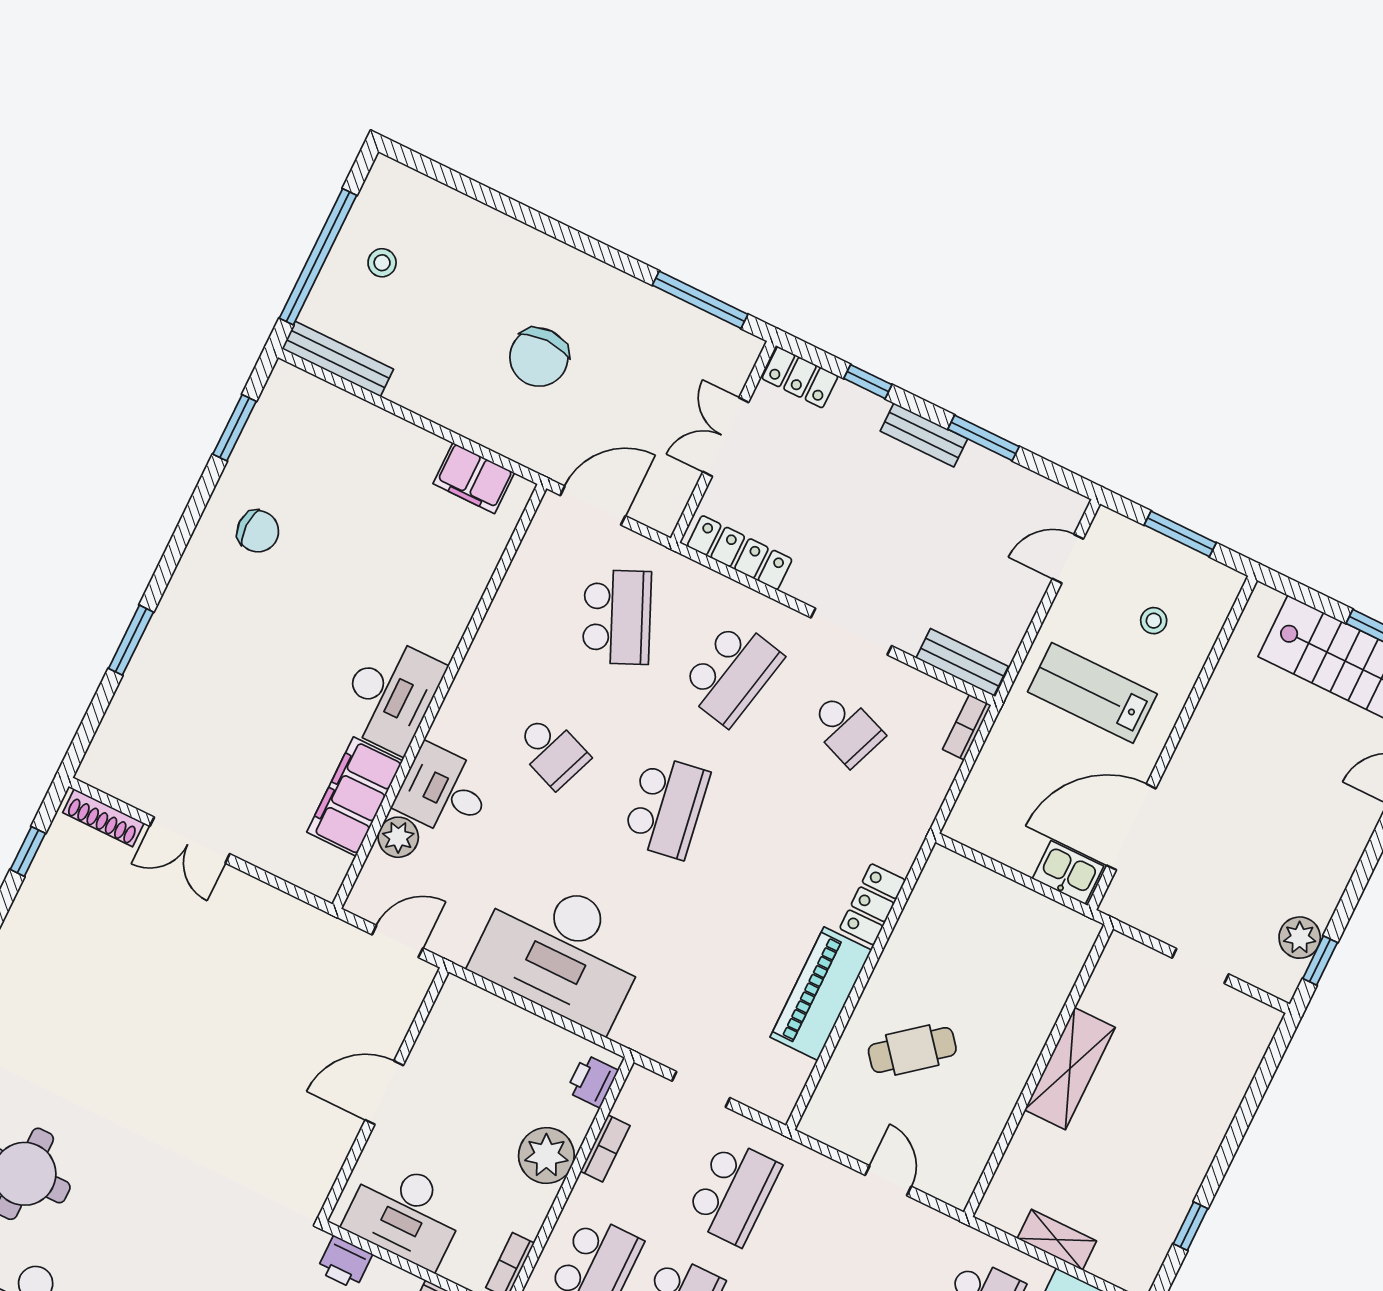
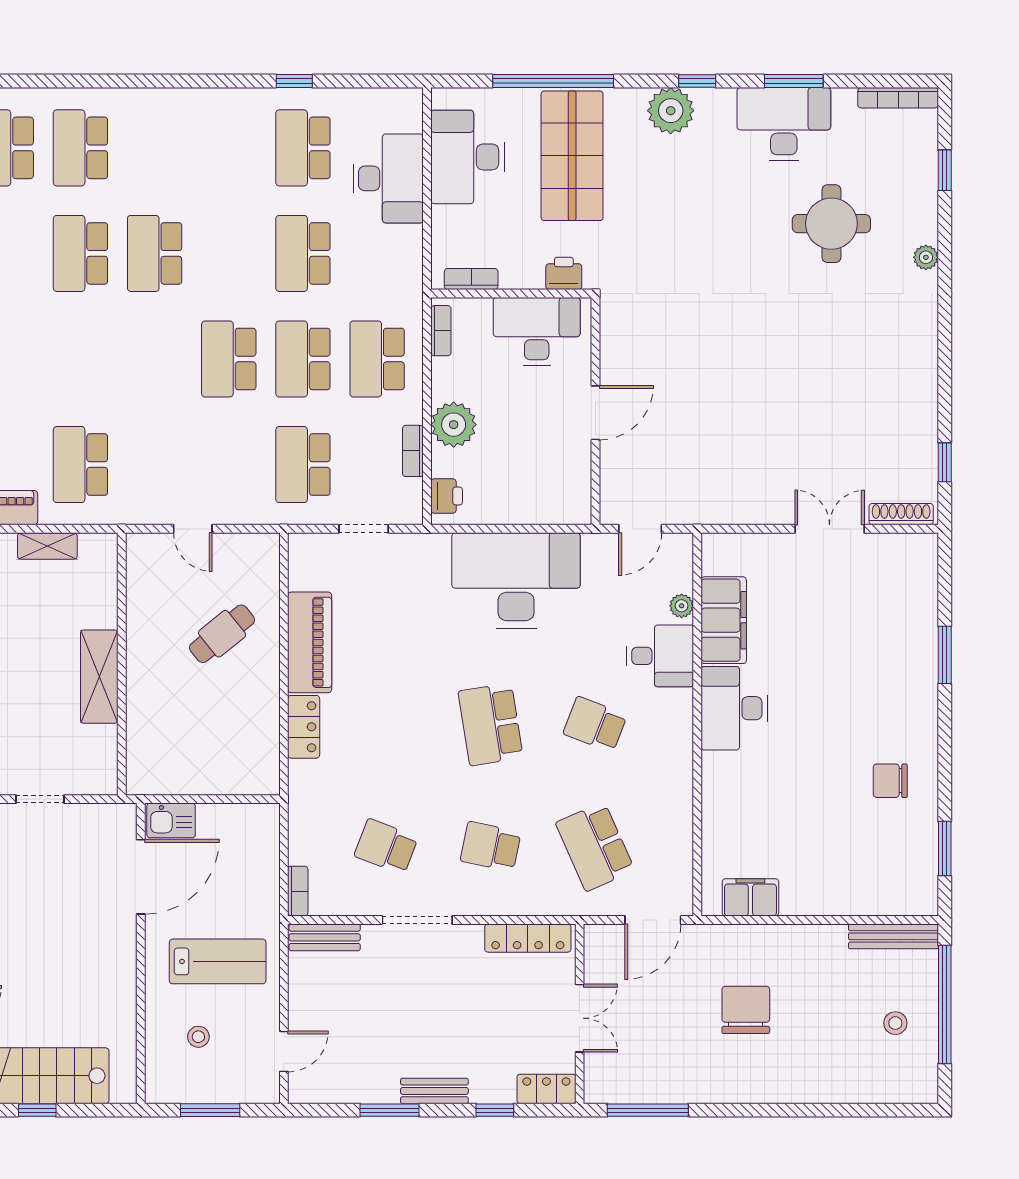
school desk: (732, 673) -> (491, 847), width x0.54
plant: (398, 837) -> (682, 606), width x0.73, depth x0.73

